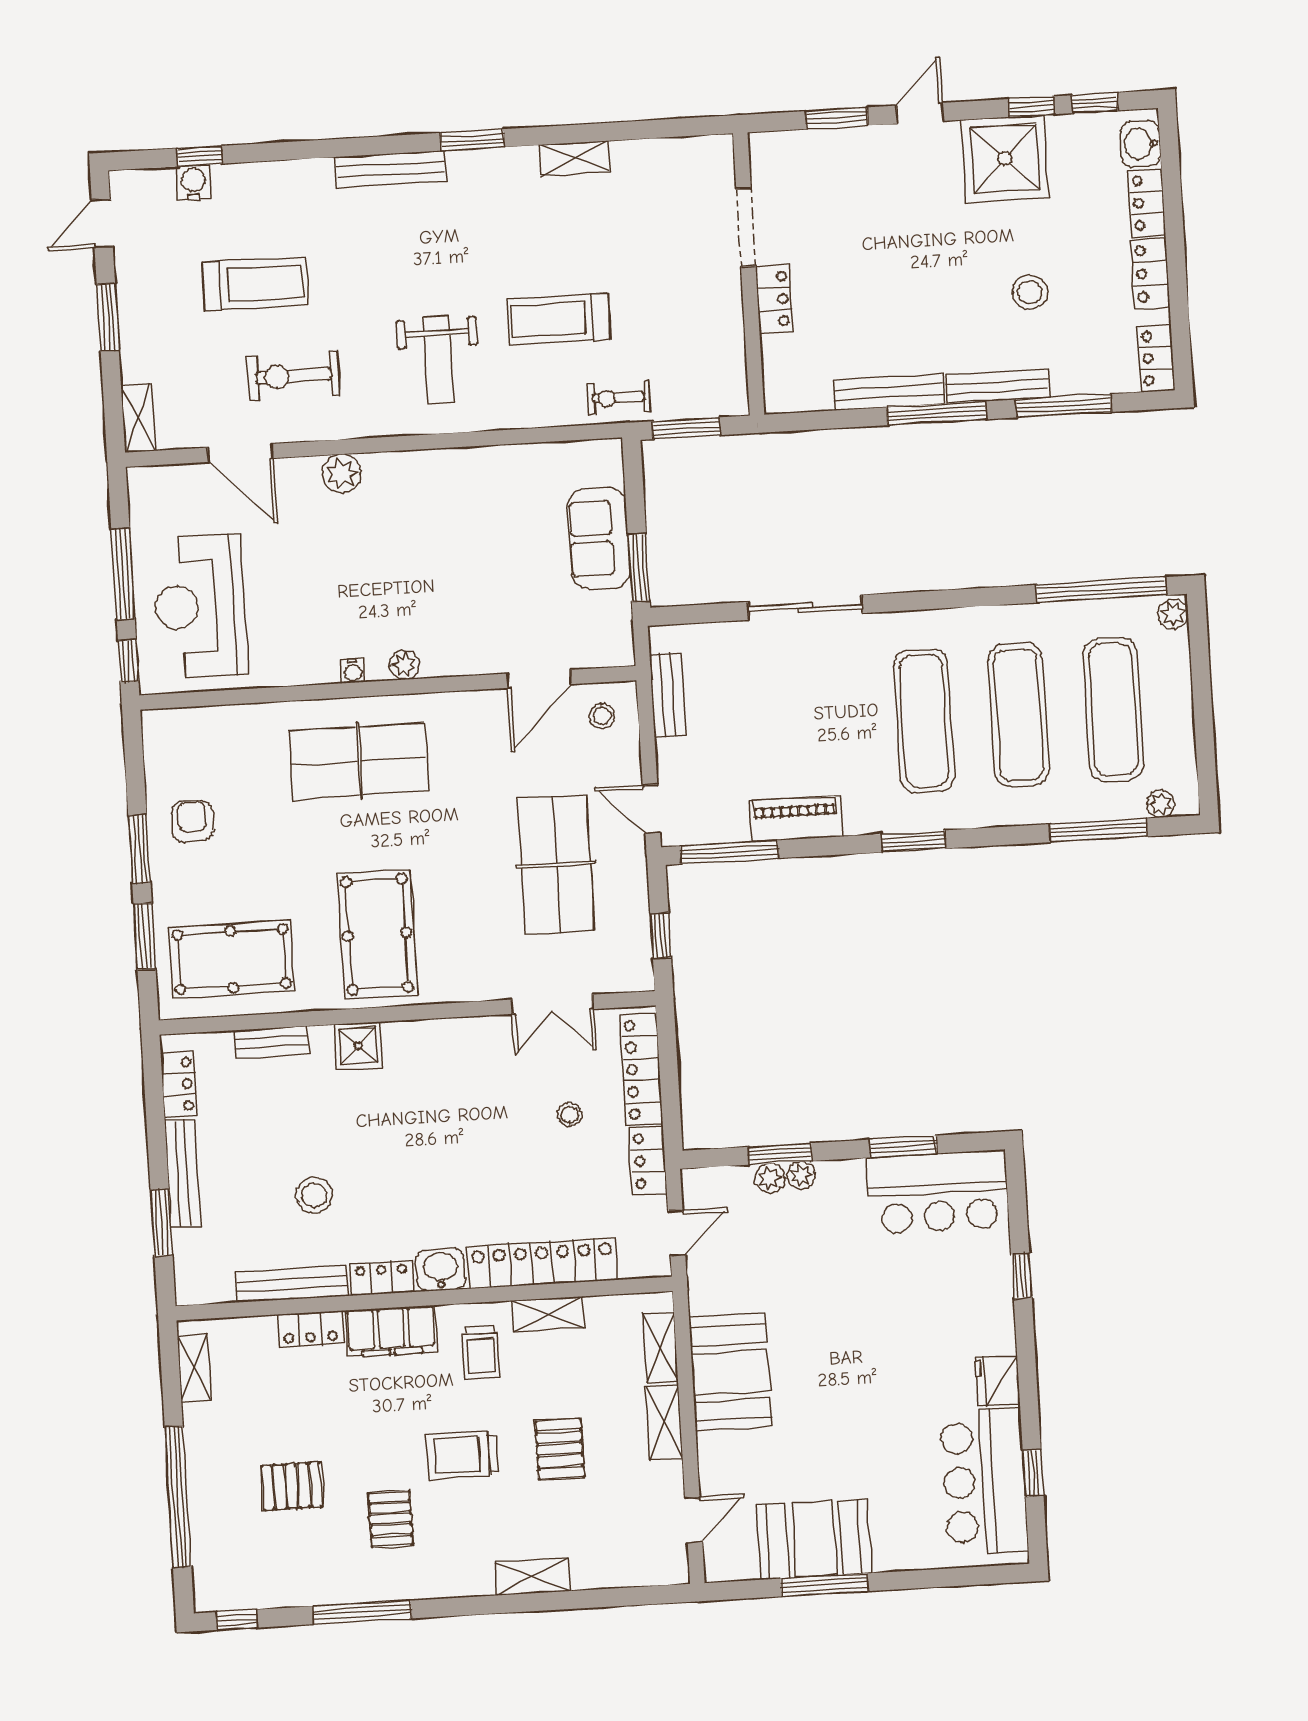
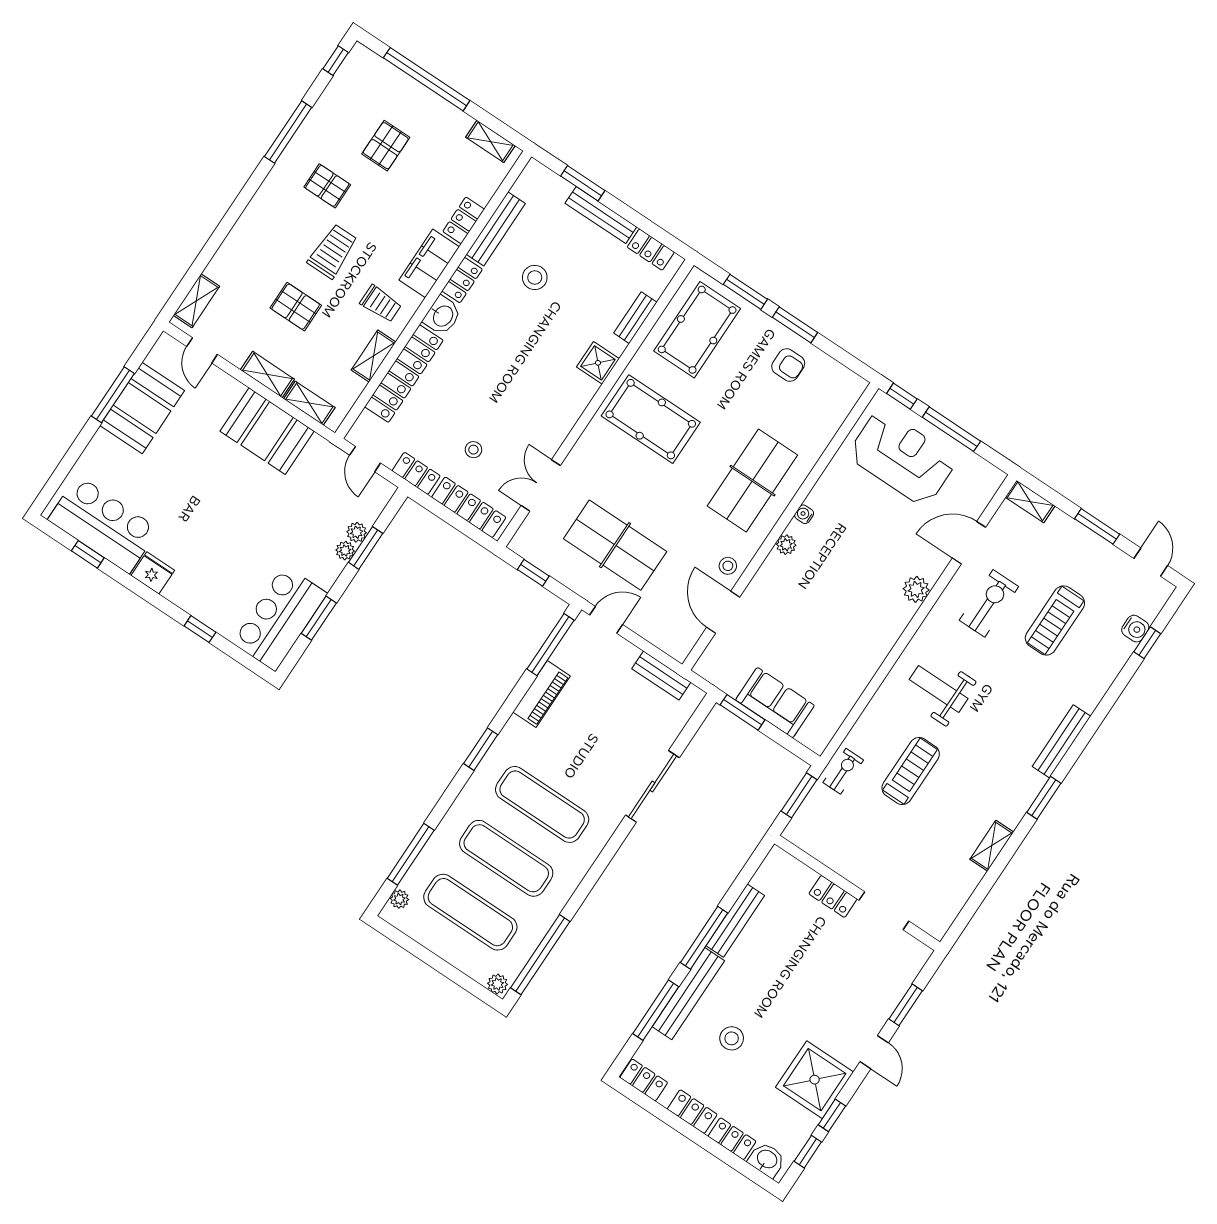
bench: (997, 386) -> (688, 994), width x1.37, depth x1.21
stool: (602, 716) -> (728, 566), moved
trolley: (481, 1352) -> (381, 304), turned 180
shelving: (533, 1577) -> (196, 301), moved

